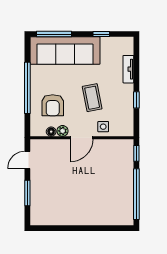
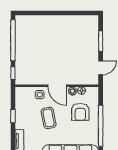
armchair: (53, 105) -> (80, 112), turned 180
door: (81, 138) -> (57, 86), swing flipped

